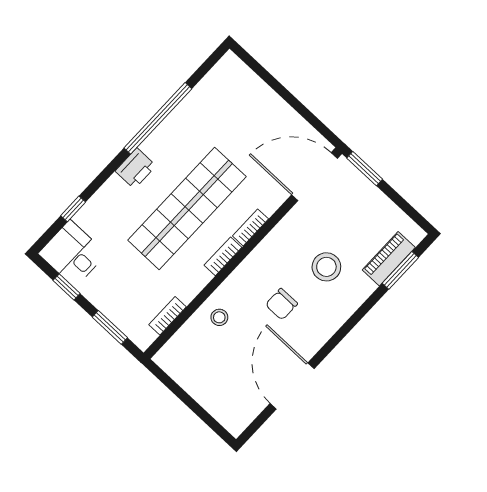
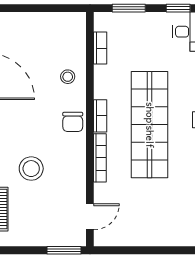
door: (315, 177) -> (90, 217), width x0.53
bookcase: (250, 227) -> (100, 158), width x1.56
chair: (281, 304) -> (73, 122), moved, turned 180

